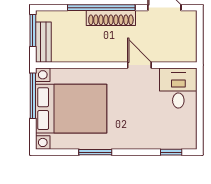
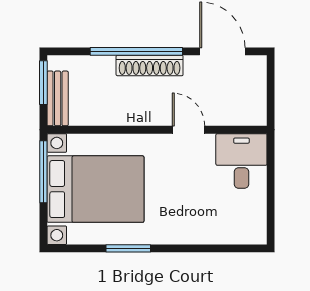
window: (171, 152) -> (232, 248), removed

